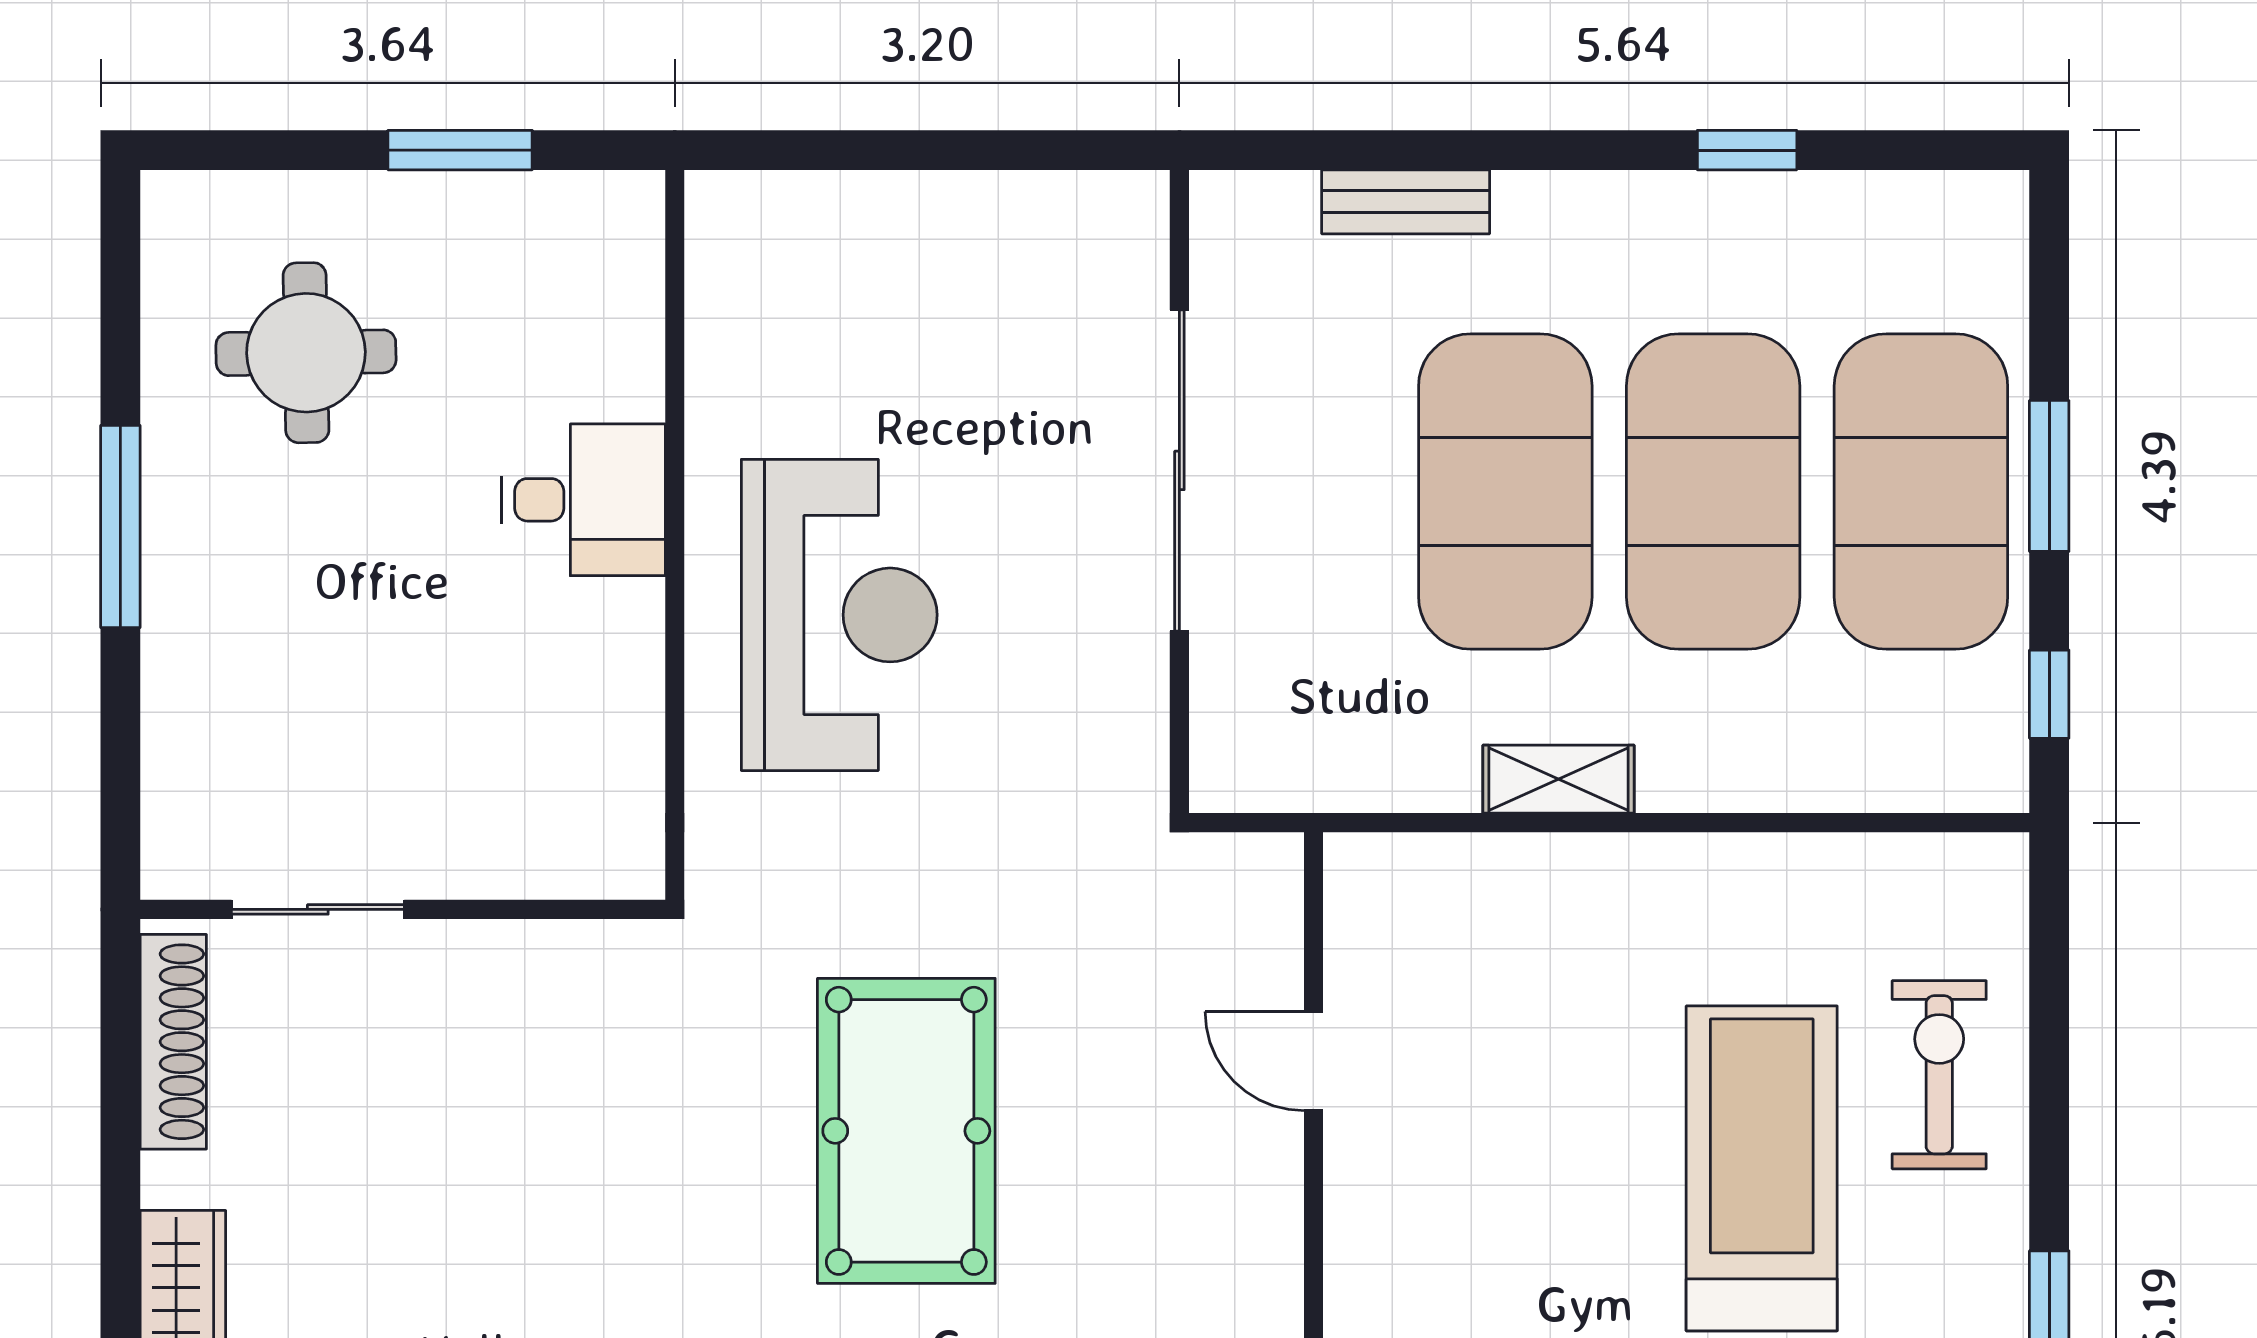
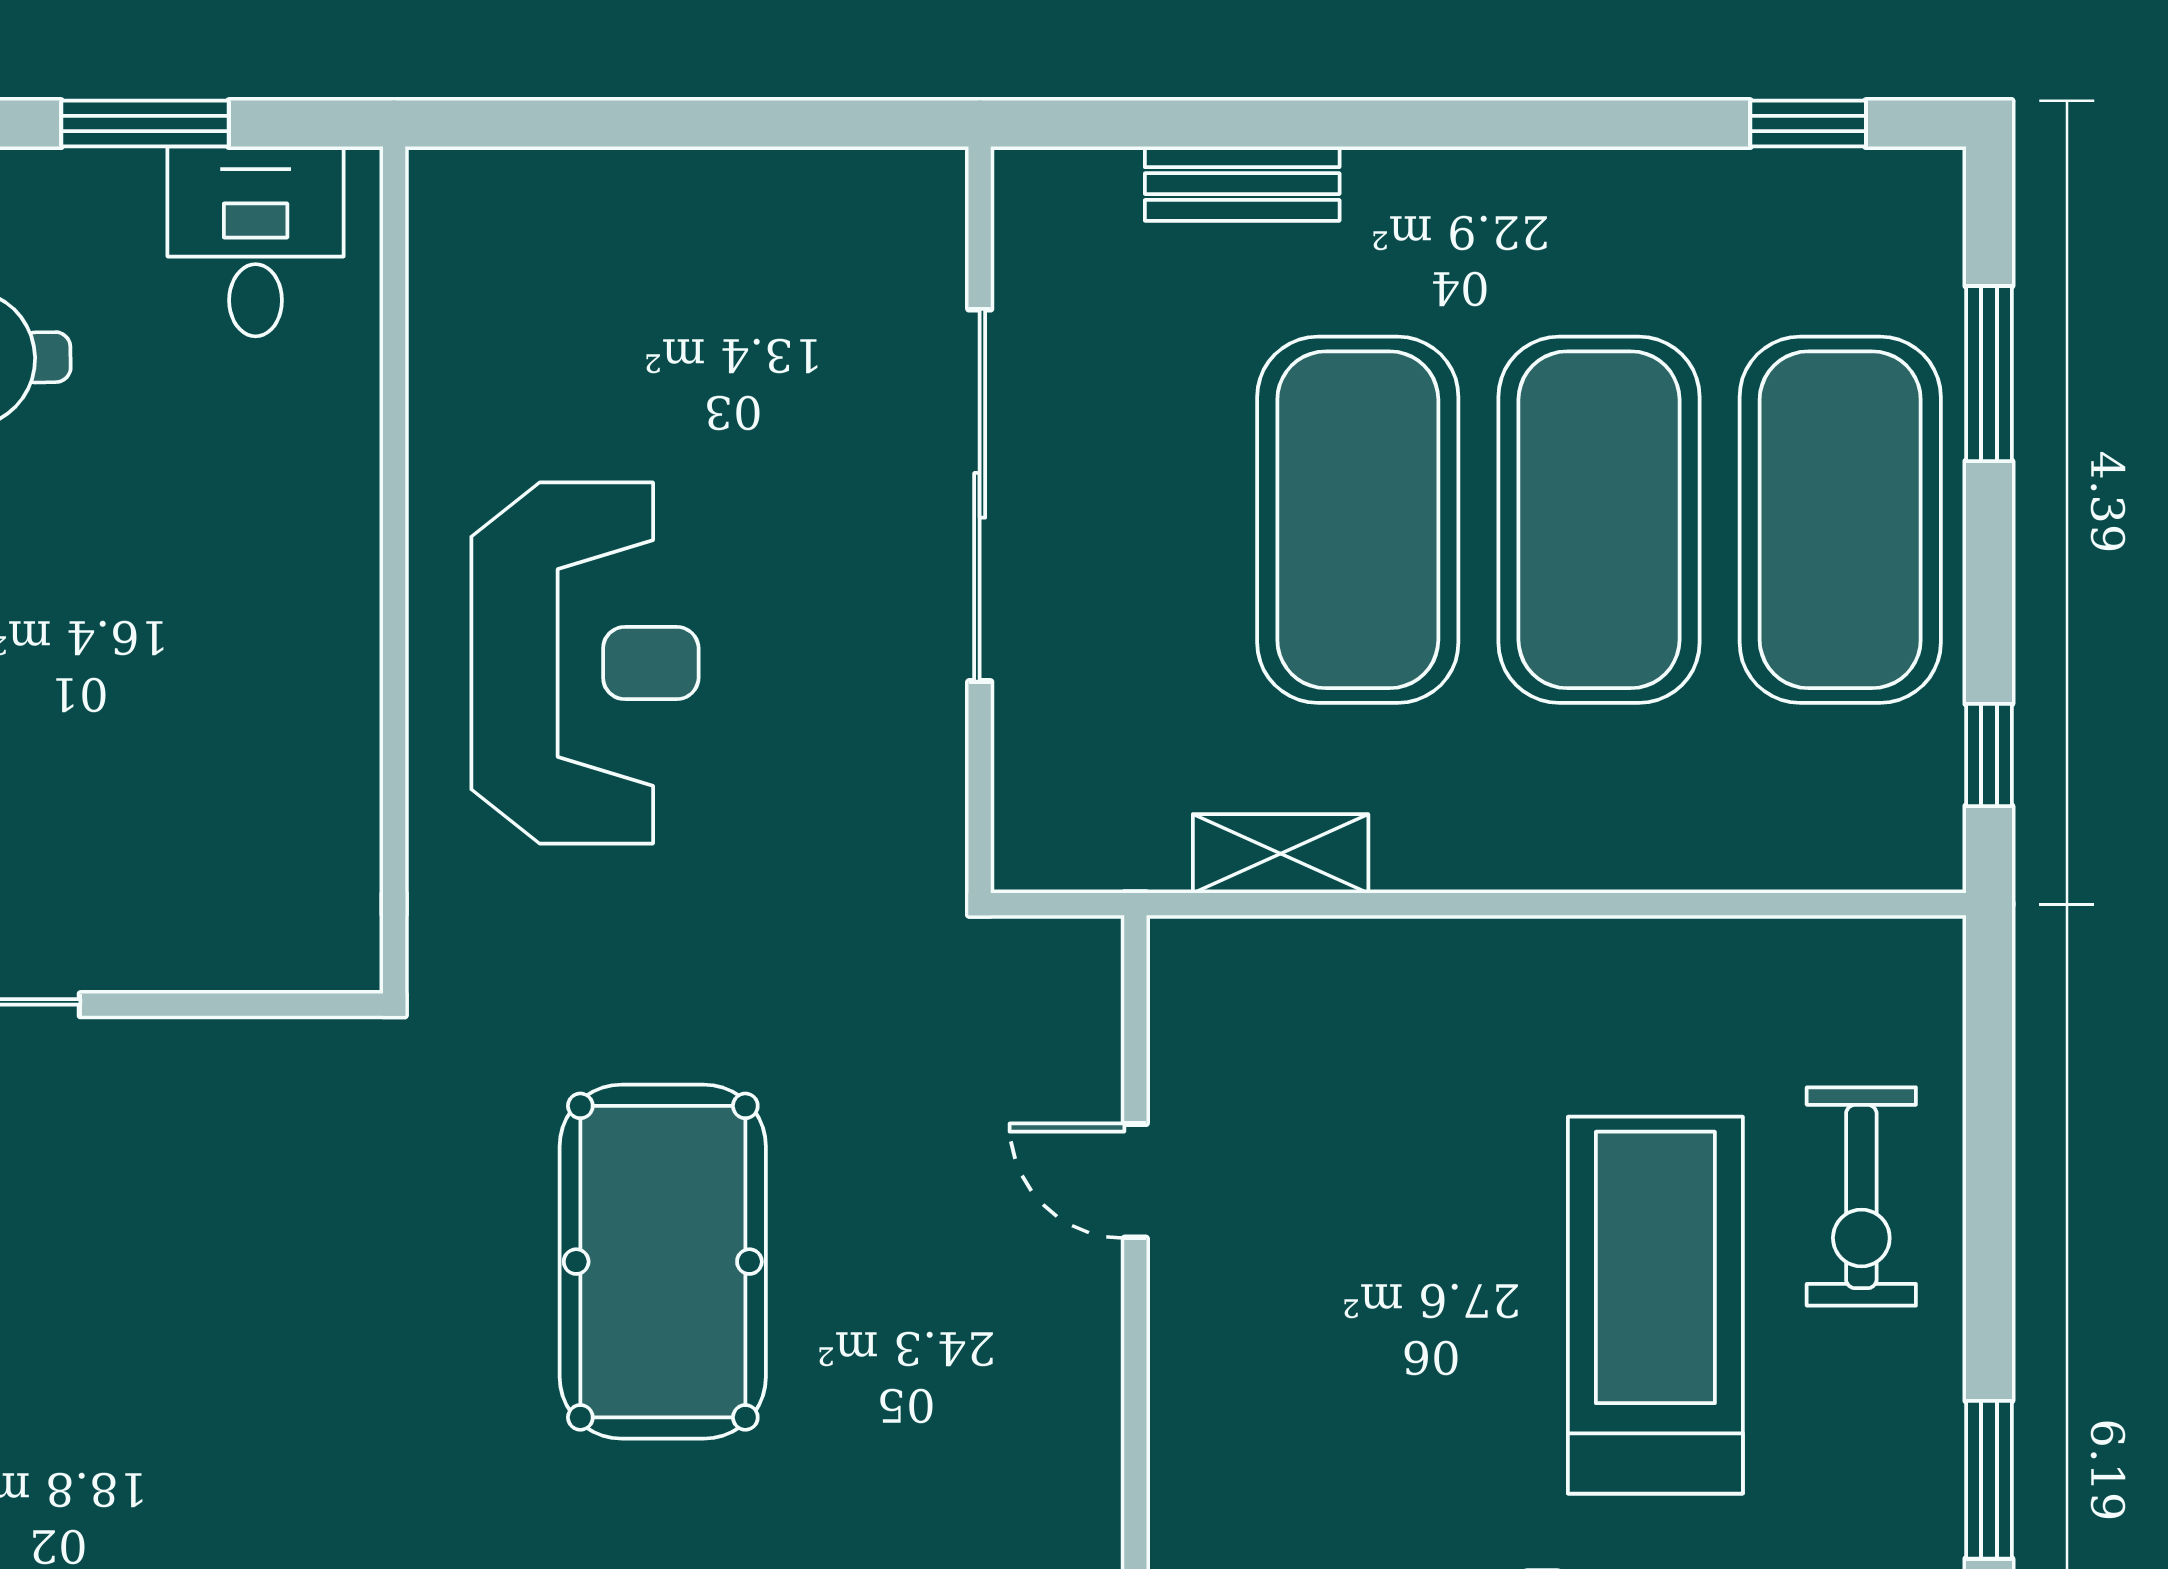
window: (1747, 150) -> (1808, 124), moved
window: (2049, 476) -> (1989, 374), moved
desk: (583, 500) -> (256, 241), moved, turned -90
shelving: (1559, 779) -> (1281, 854), moved
exercise bike: (1939, 1075) -> (1861, 1197), turned 180

